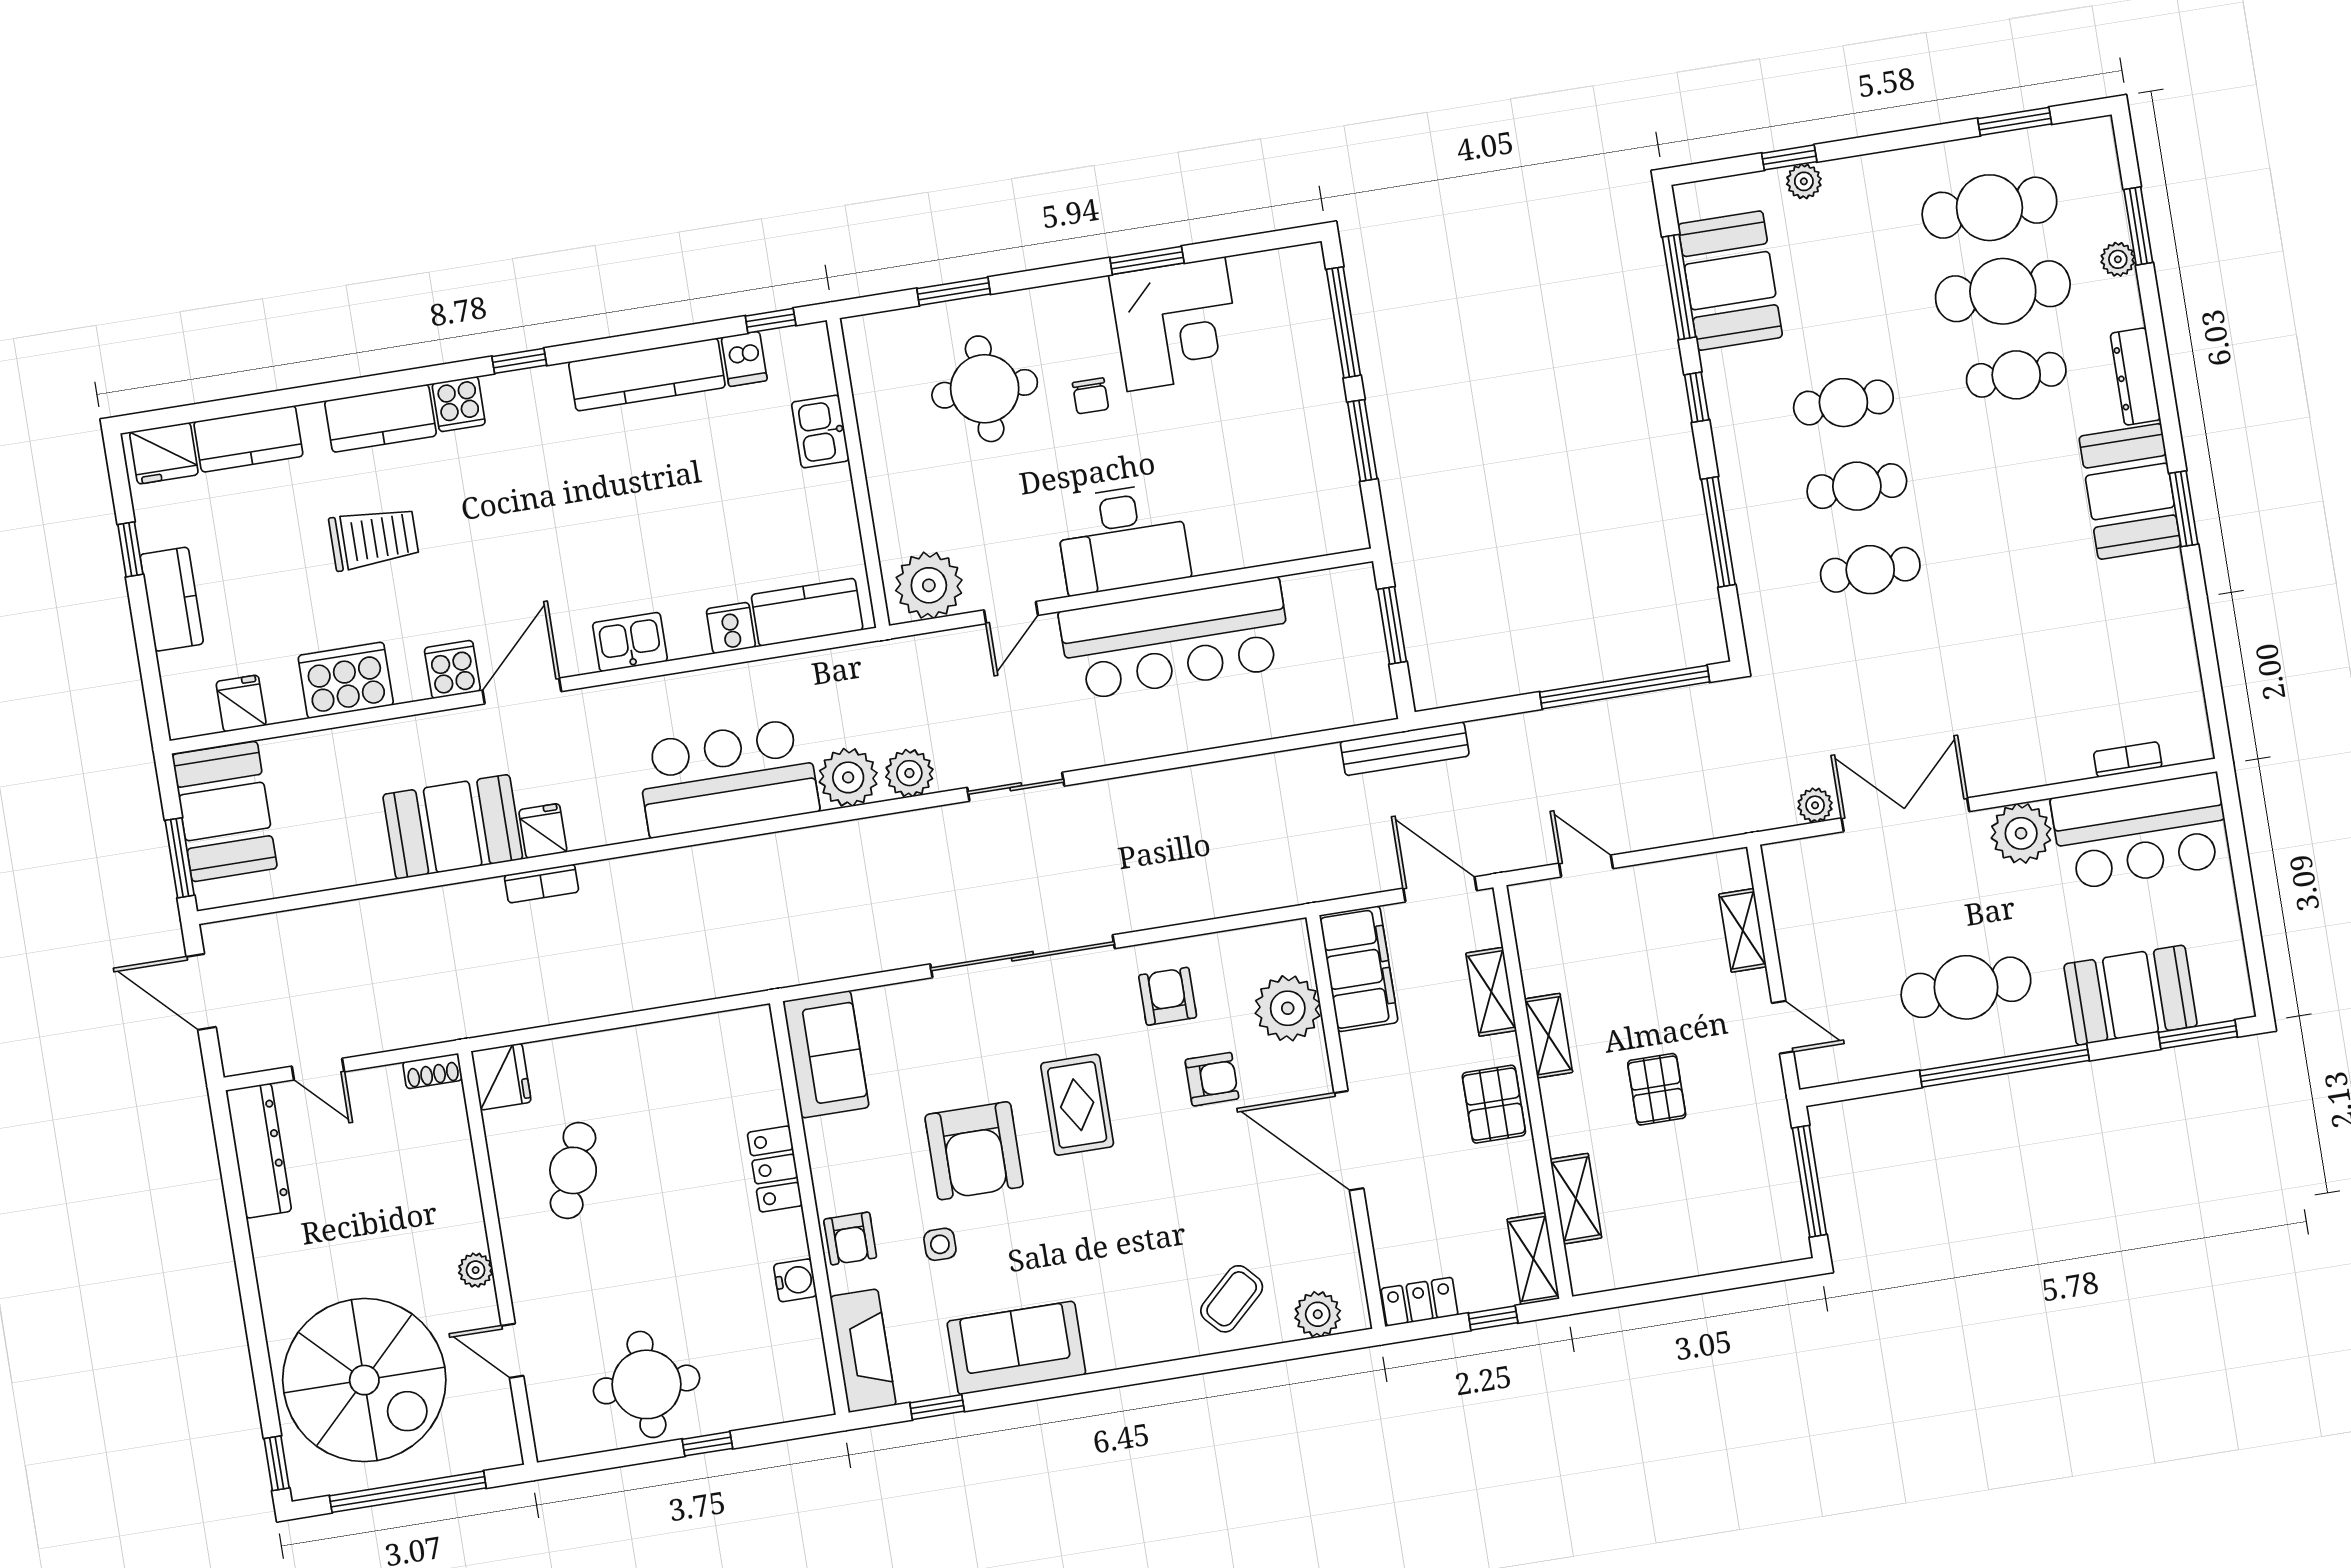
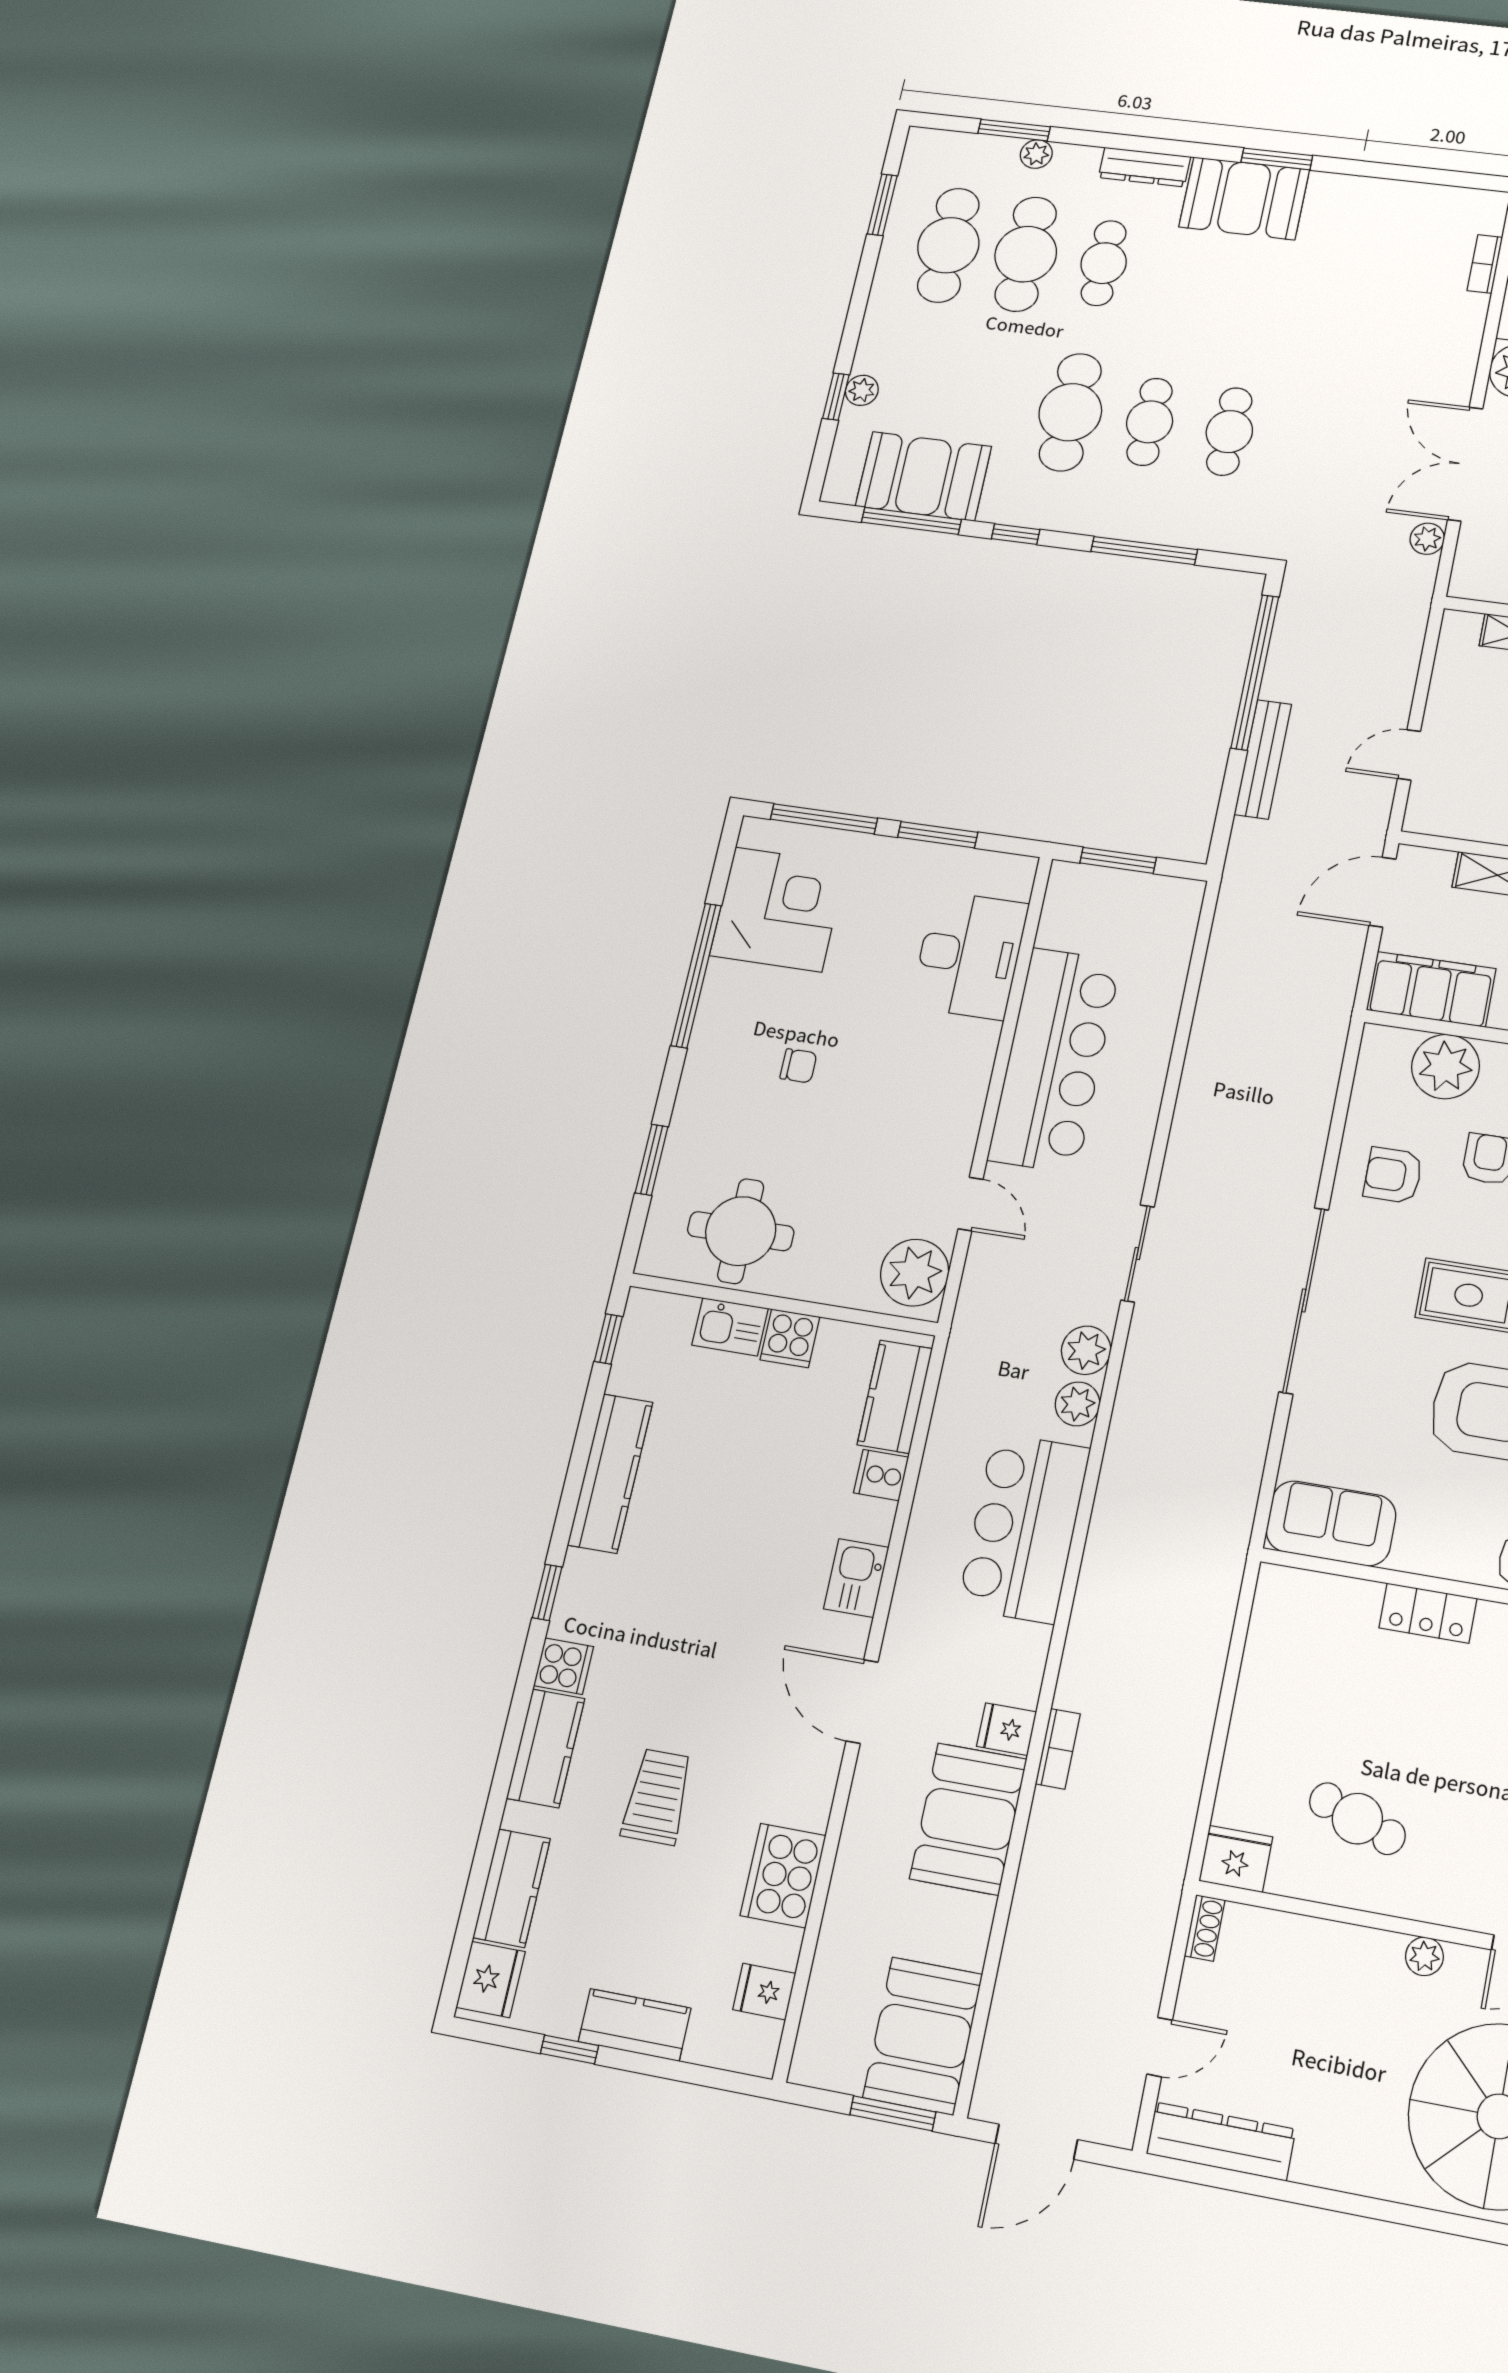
window: (1147, 260) -> (696, 976), width x2.11
corner desk: (1176, 324) -> (778, 909), moved
dishwasher: (744, 359) -> (633, 1376), removed
round table: (985, 389) -> (741, 1231), moved
cafe table: (1843, 403) -> (1070, 412), width x1.37, depth x1.35
desk: (1123, 539) -> (969, 955), moved
cooker: (452, 669) -> (790, 1338), moved, turned -90
bench: (1405, 749) -> (1263, 759), moved
plant: (848, 777) -> (1077, 1404), width x0.73, depth x0.73
booth: (225, 811) -> (923, 2036), moved, turned 90

